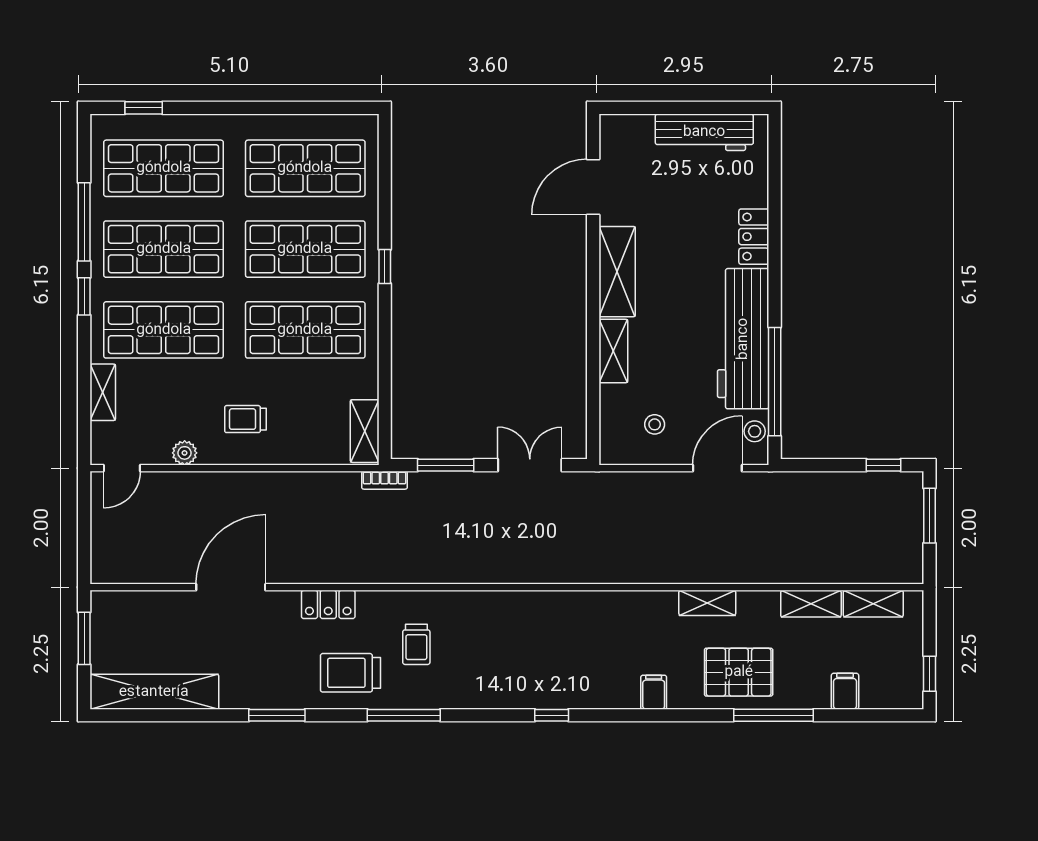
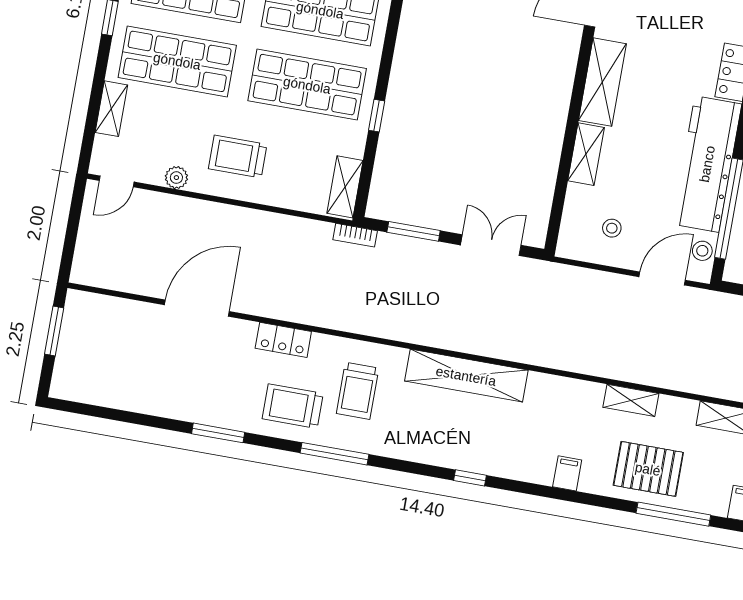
window: (385, 267) -> (377, 116), moved
trolley: (245, 419) -> (238, 156), width x1.36, depth x1.39
trolley: (416, 644) -> (358, 391), width x1.36, depth x1.39
shelving: (154, 692) -> (466, 376), moved

